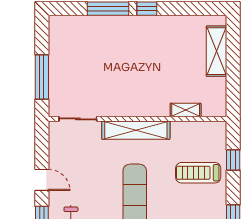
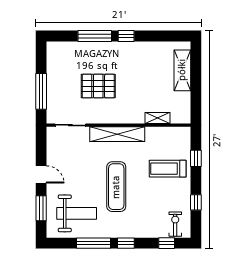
pallet: (112, 70) -> (98, 86), added

